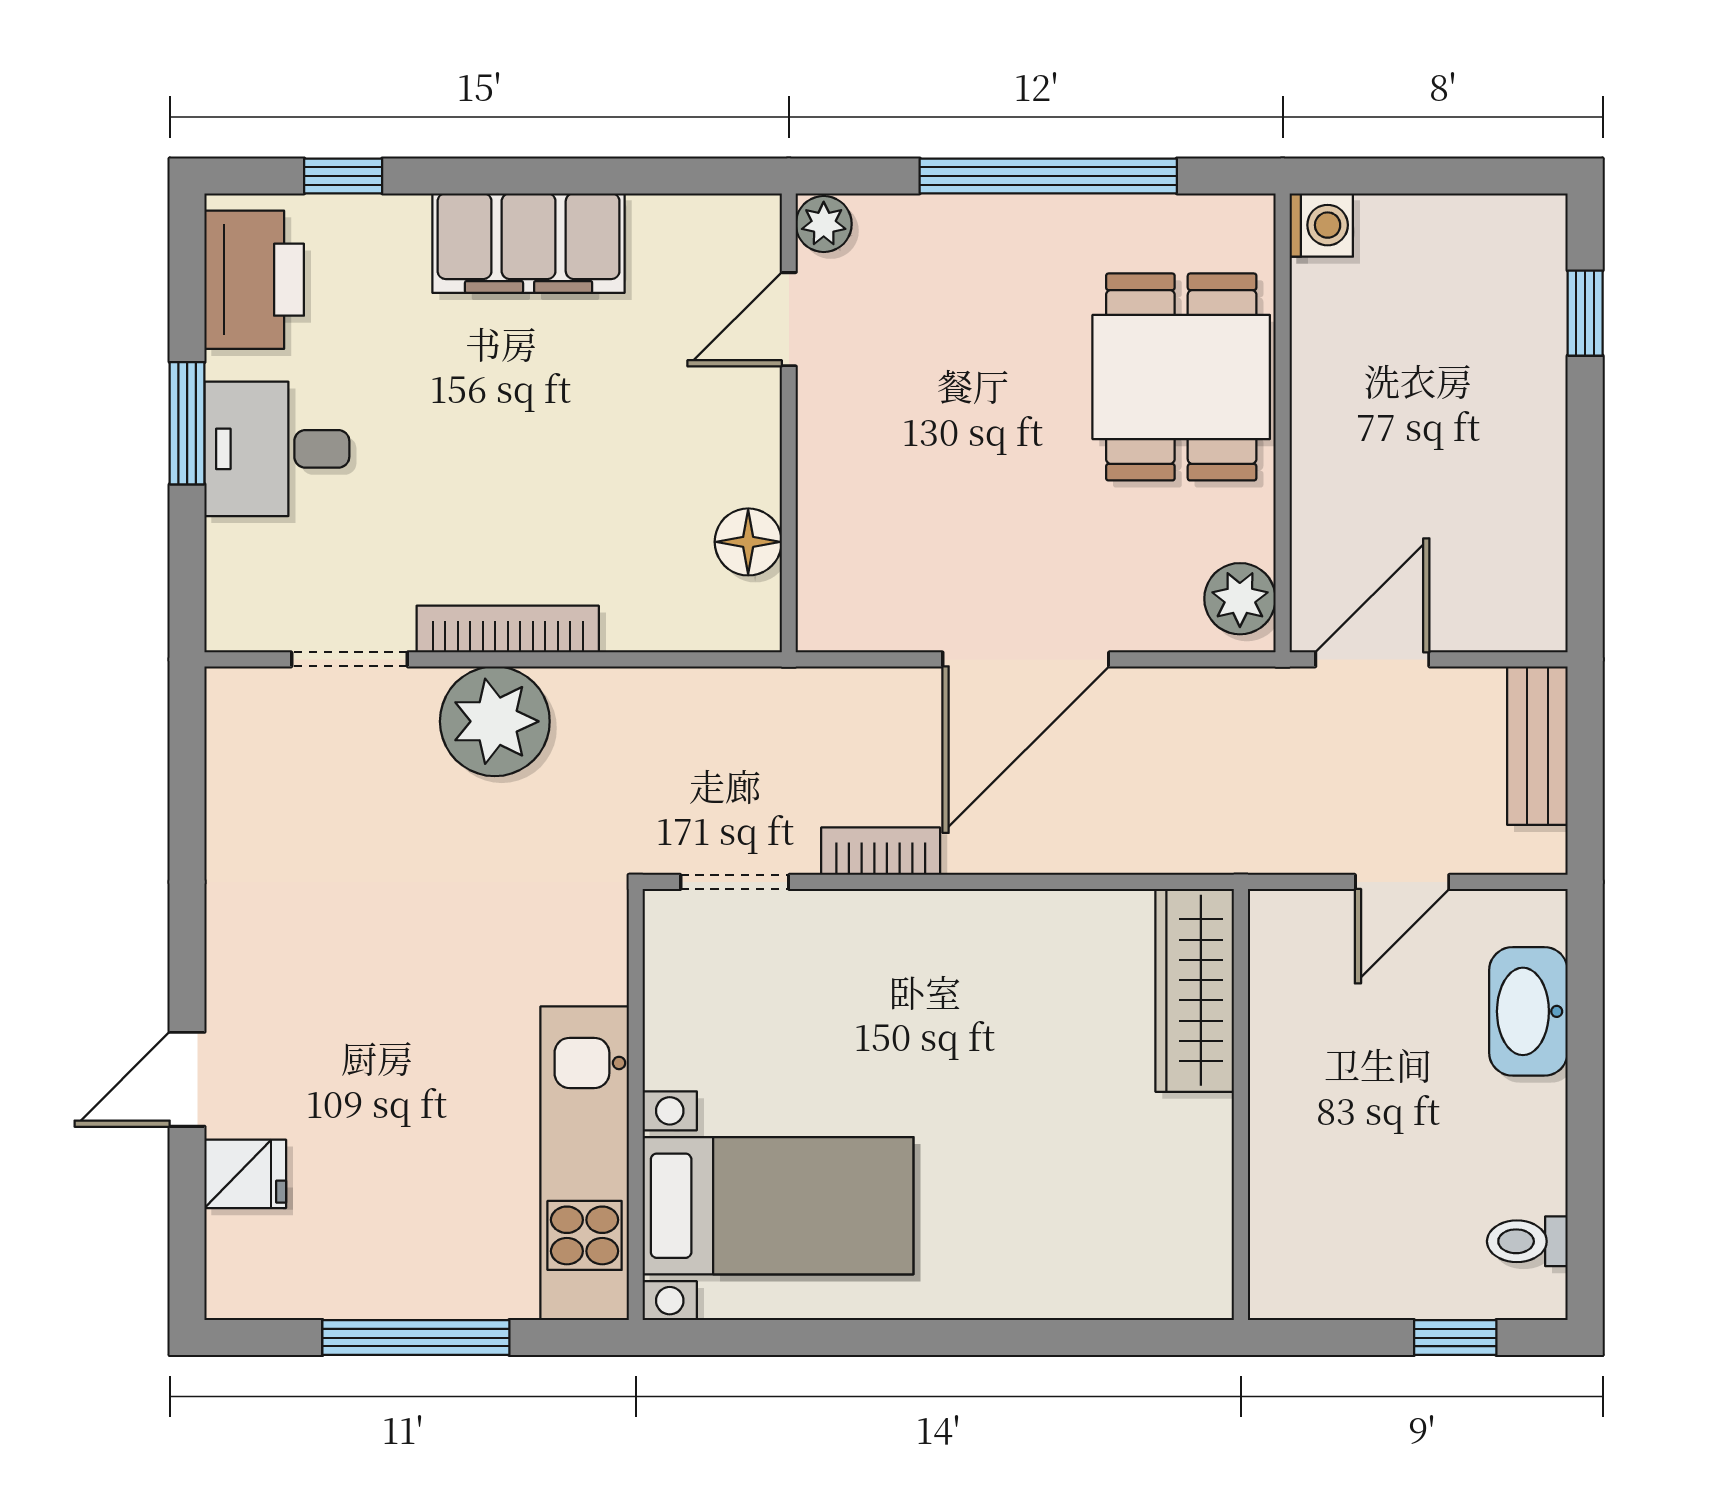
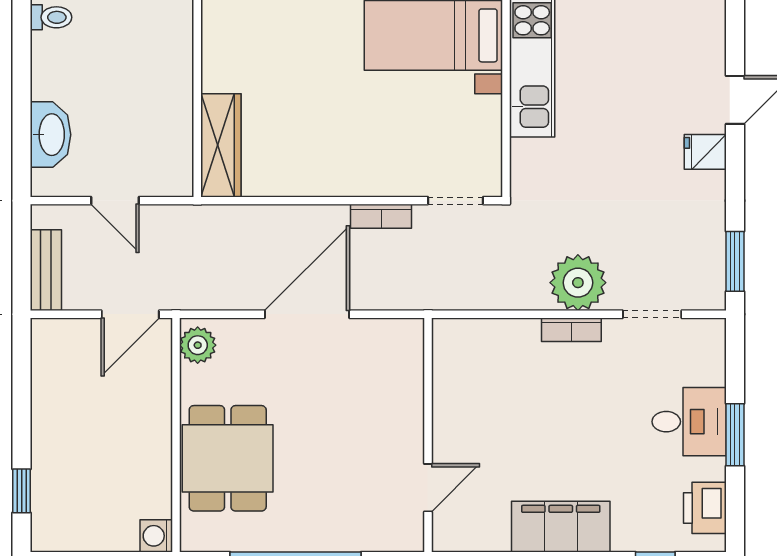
plant: (824, 224) -> (410, 536), removed
printer: (254, 280) -> (705, 508), width x0.73, depth x0.84
floor lamp: (748, 542) -> (449, 374), removed
bookcase: (508, 629) -> (571, 330), width x0.64
window: (187, 763) -> (735, 261), added
door: (1402, 882) -> (115, 201), swing flipped
fridge: (245, 1174) -> (705, 152), moved

